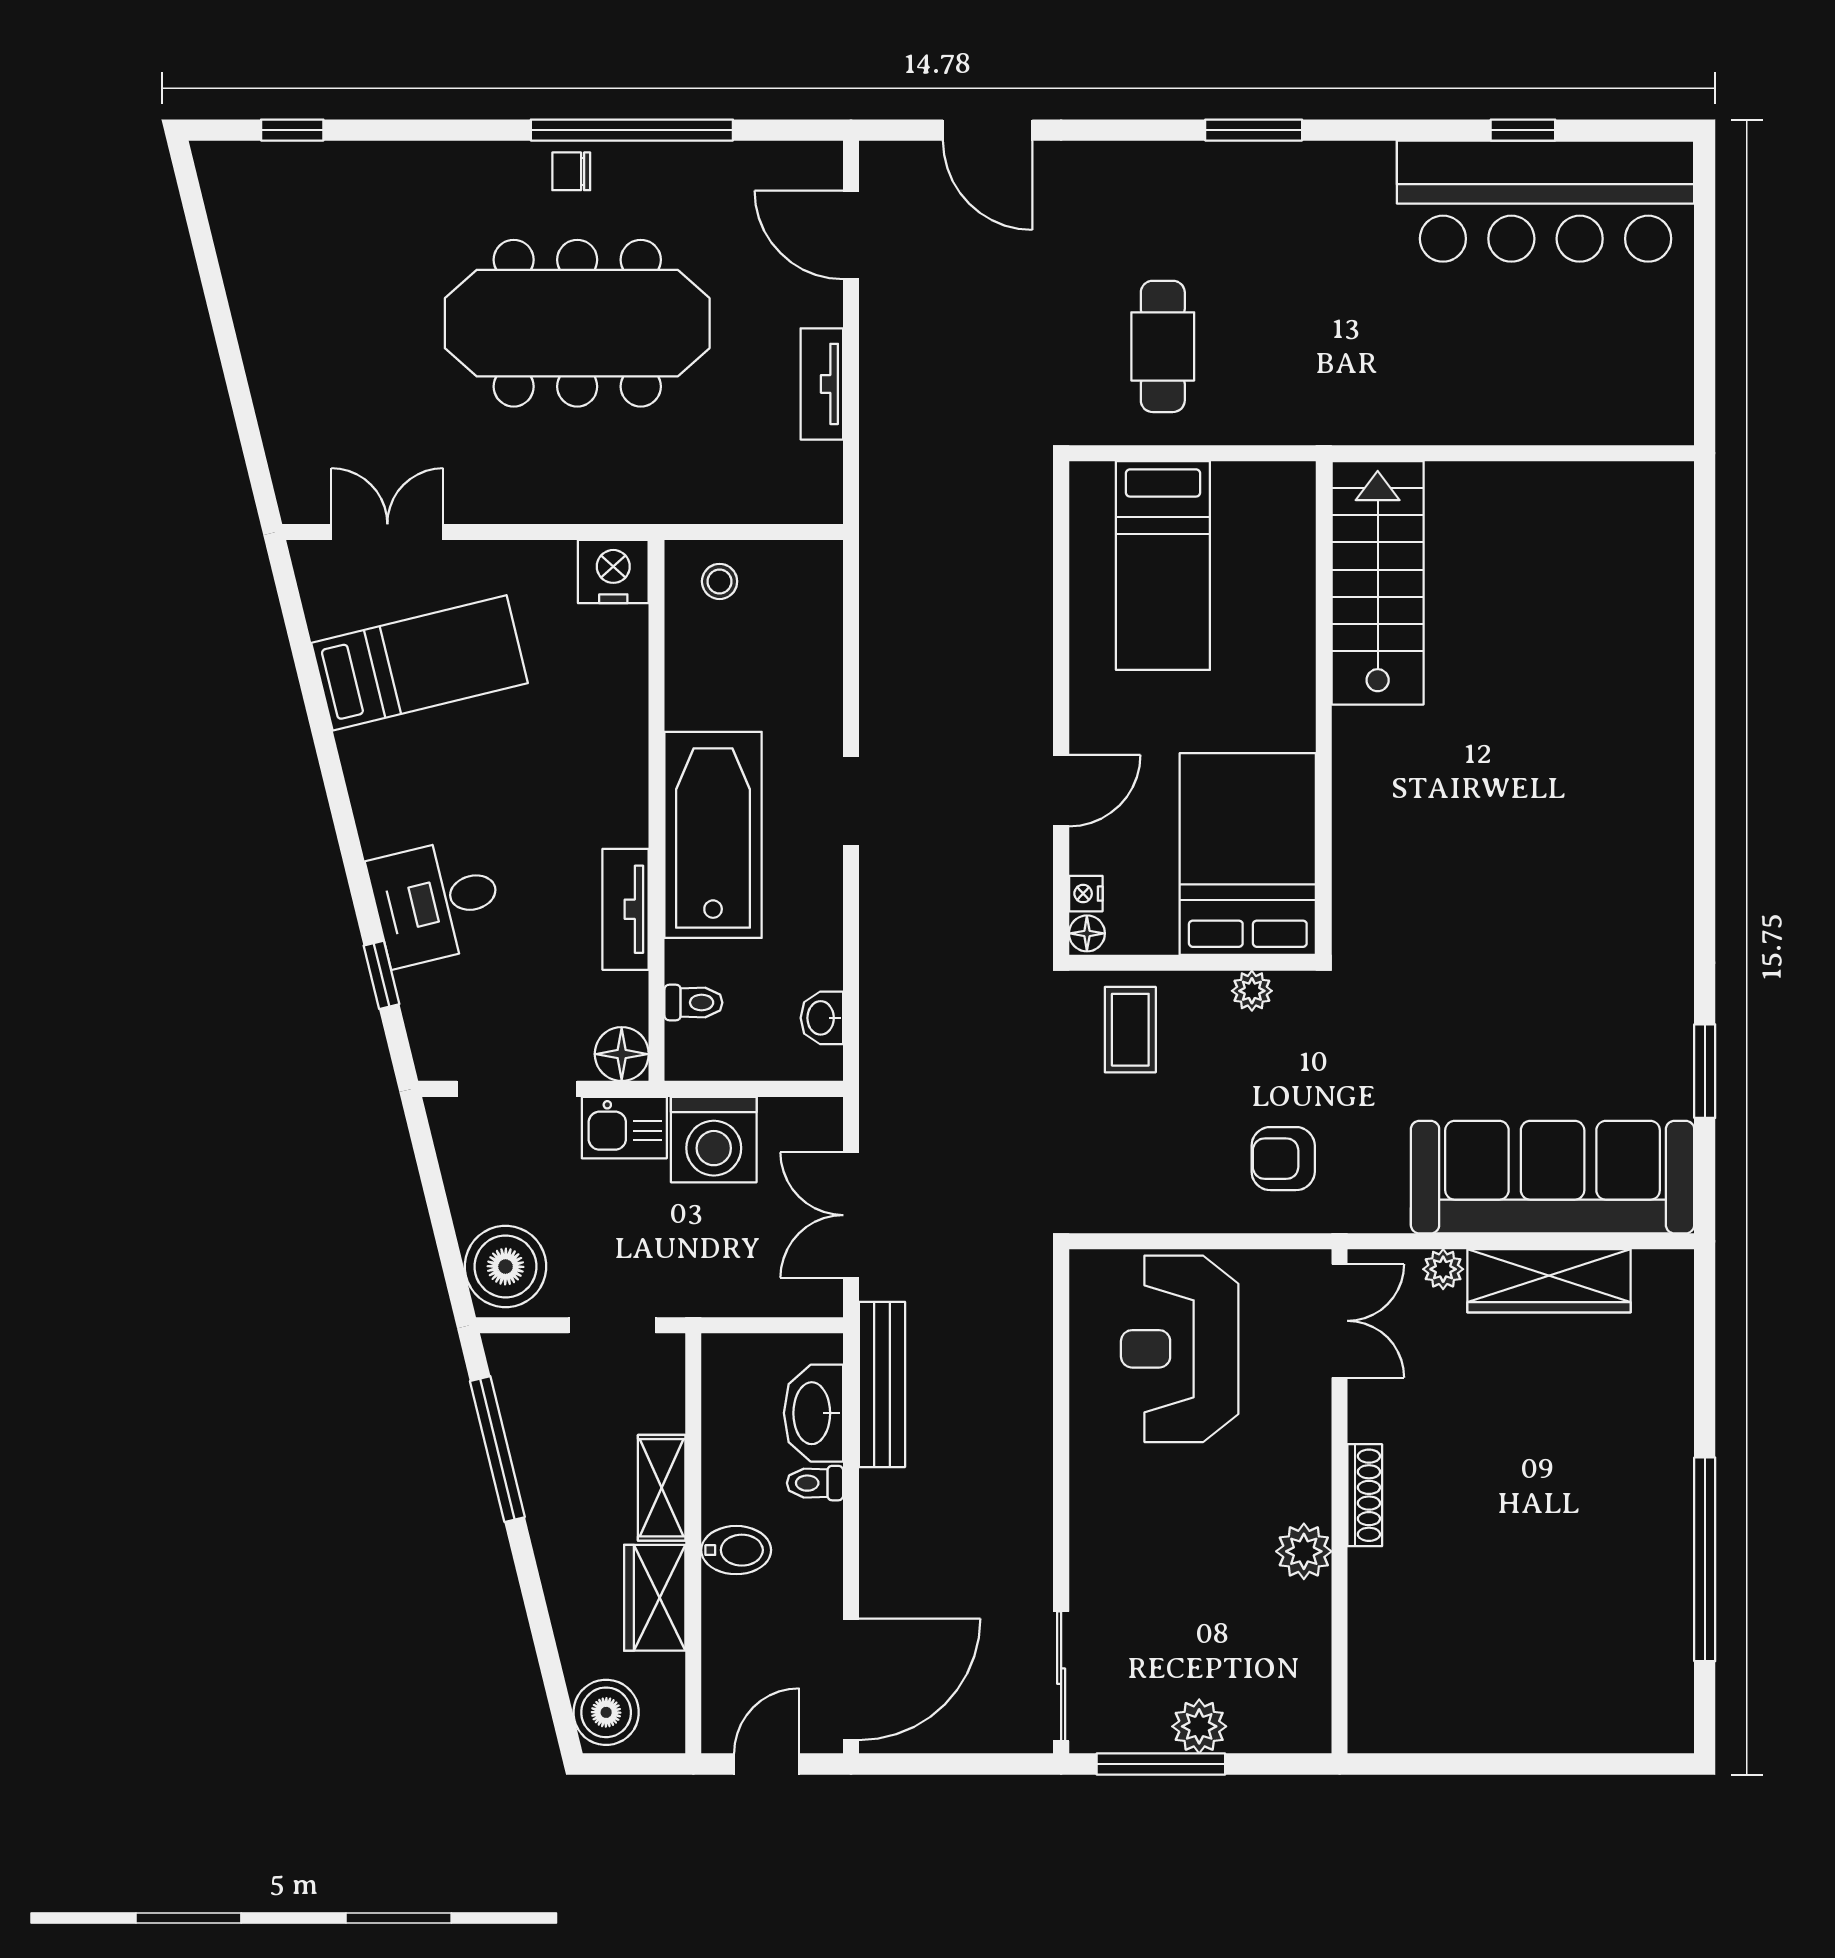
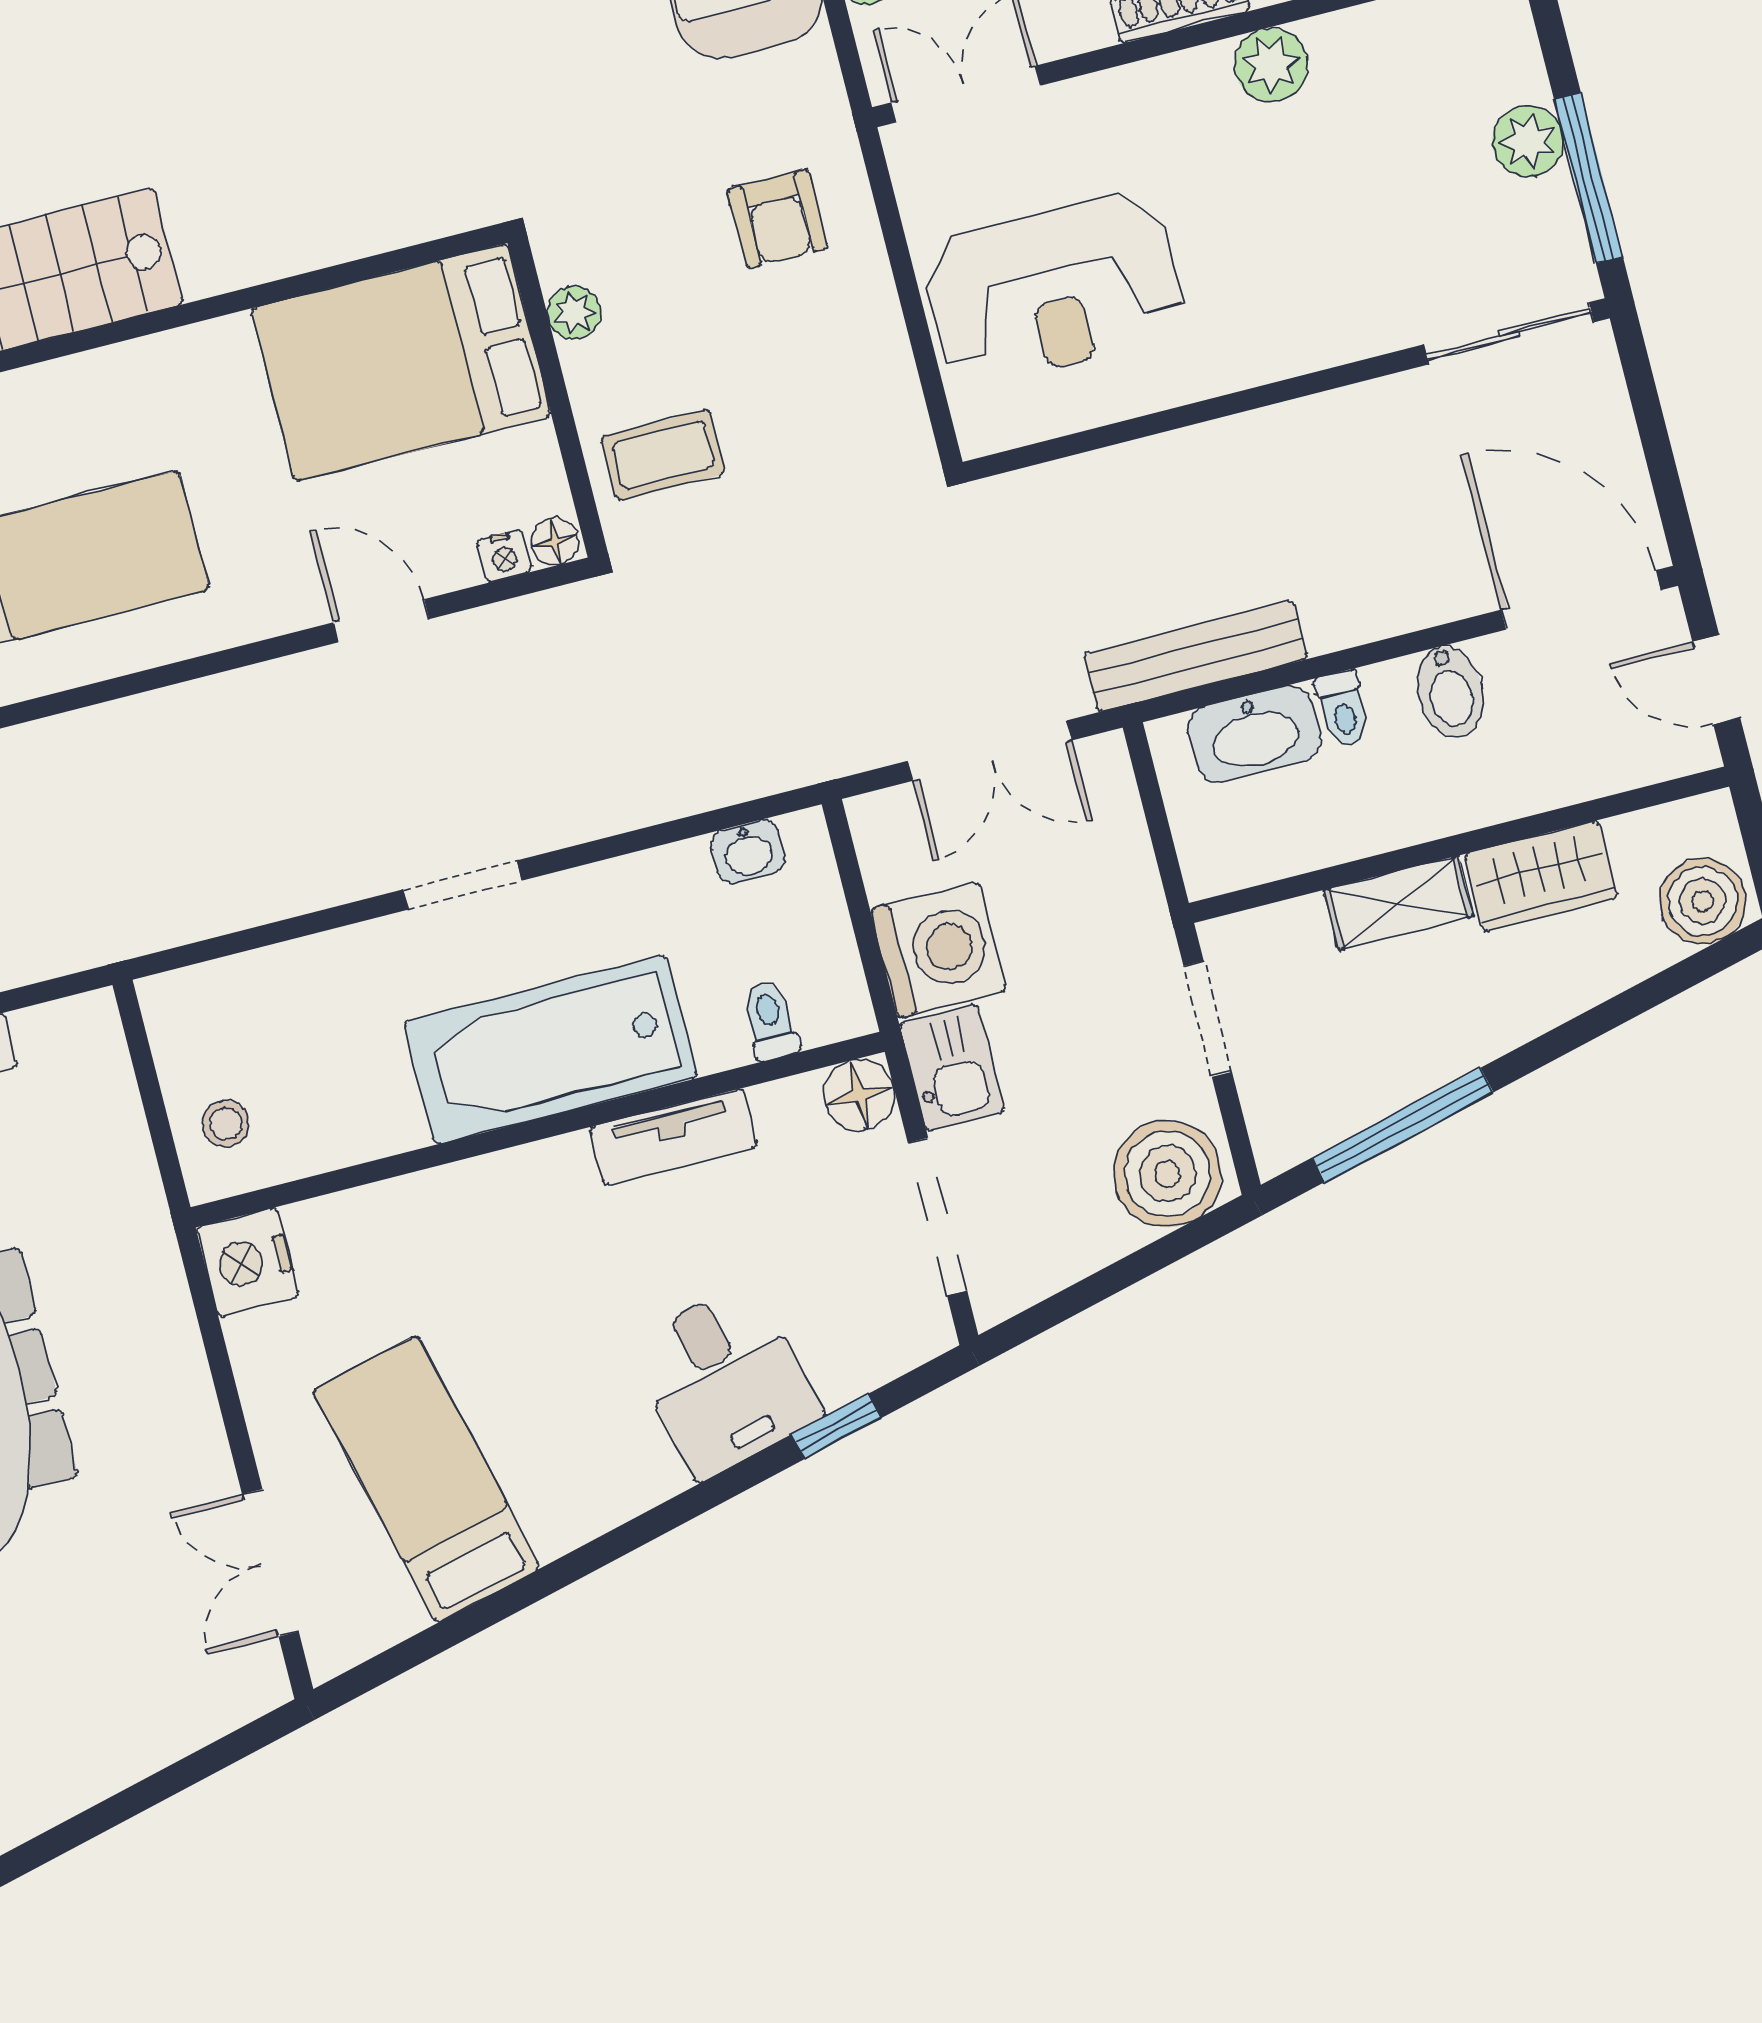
bidet: (736, 1550) -> (1450, 691), moved, turned 180

